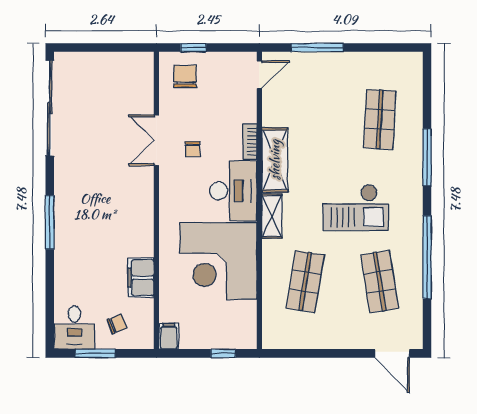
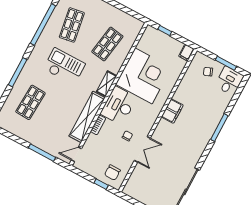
shelving: (275, 160) -> (87, 117), width x1.47
window: (50, 222) -> (219, 128), moved
filing cabinet: (141, 278) -> (172, 111), moved

